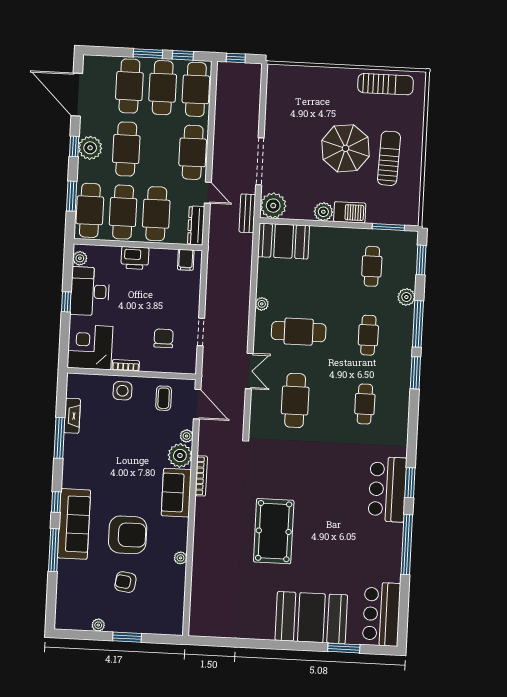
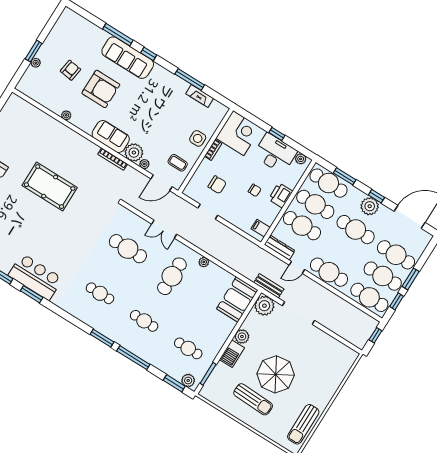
chair: (146, 291) -> (255, 190), added
plant: (406, 297) -> (188, 380), moved
armchair: (128, 535) -> (101, 89), turned -90
plant: (98, 625) -> (36, 63), moved

